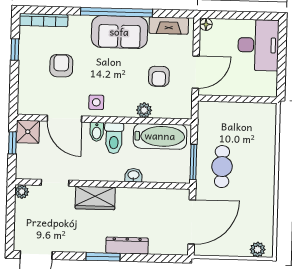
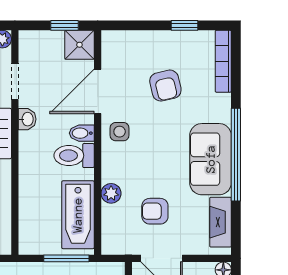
armchair: (61, 66) -> (165, 86), turned 77
window: (193, 162) -> (66, 258), moved
washbasin: (133, 175) -> (27, 119), moved

